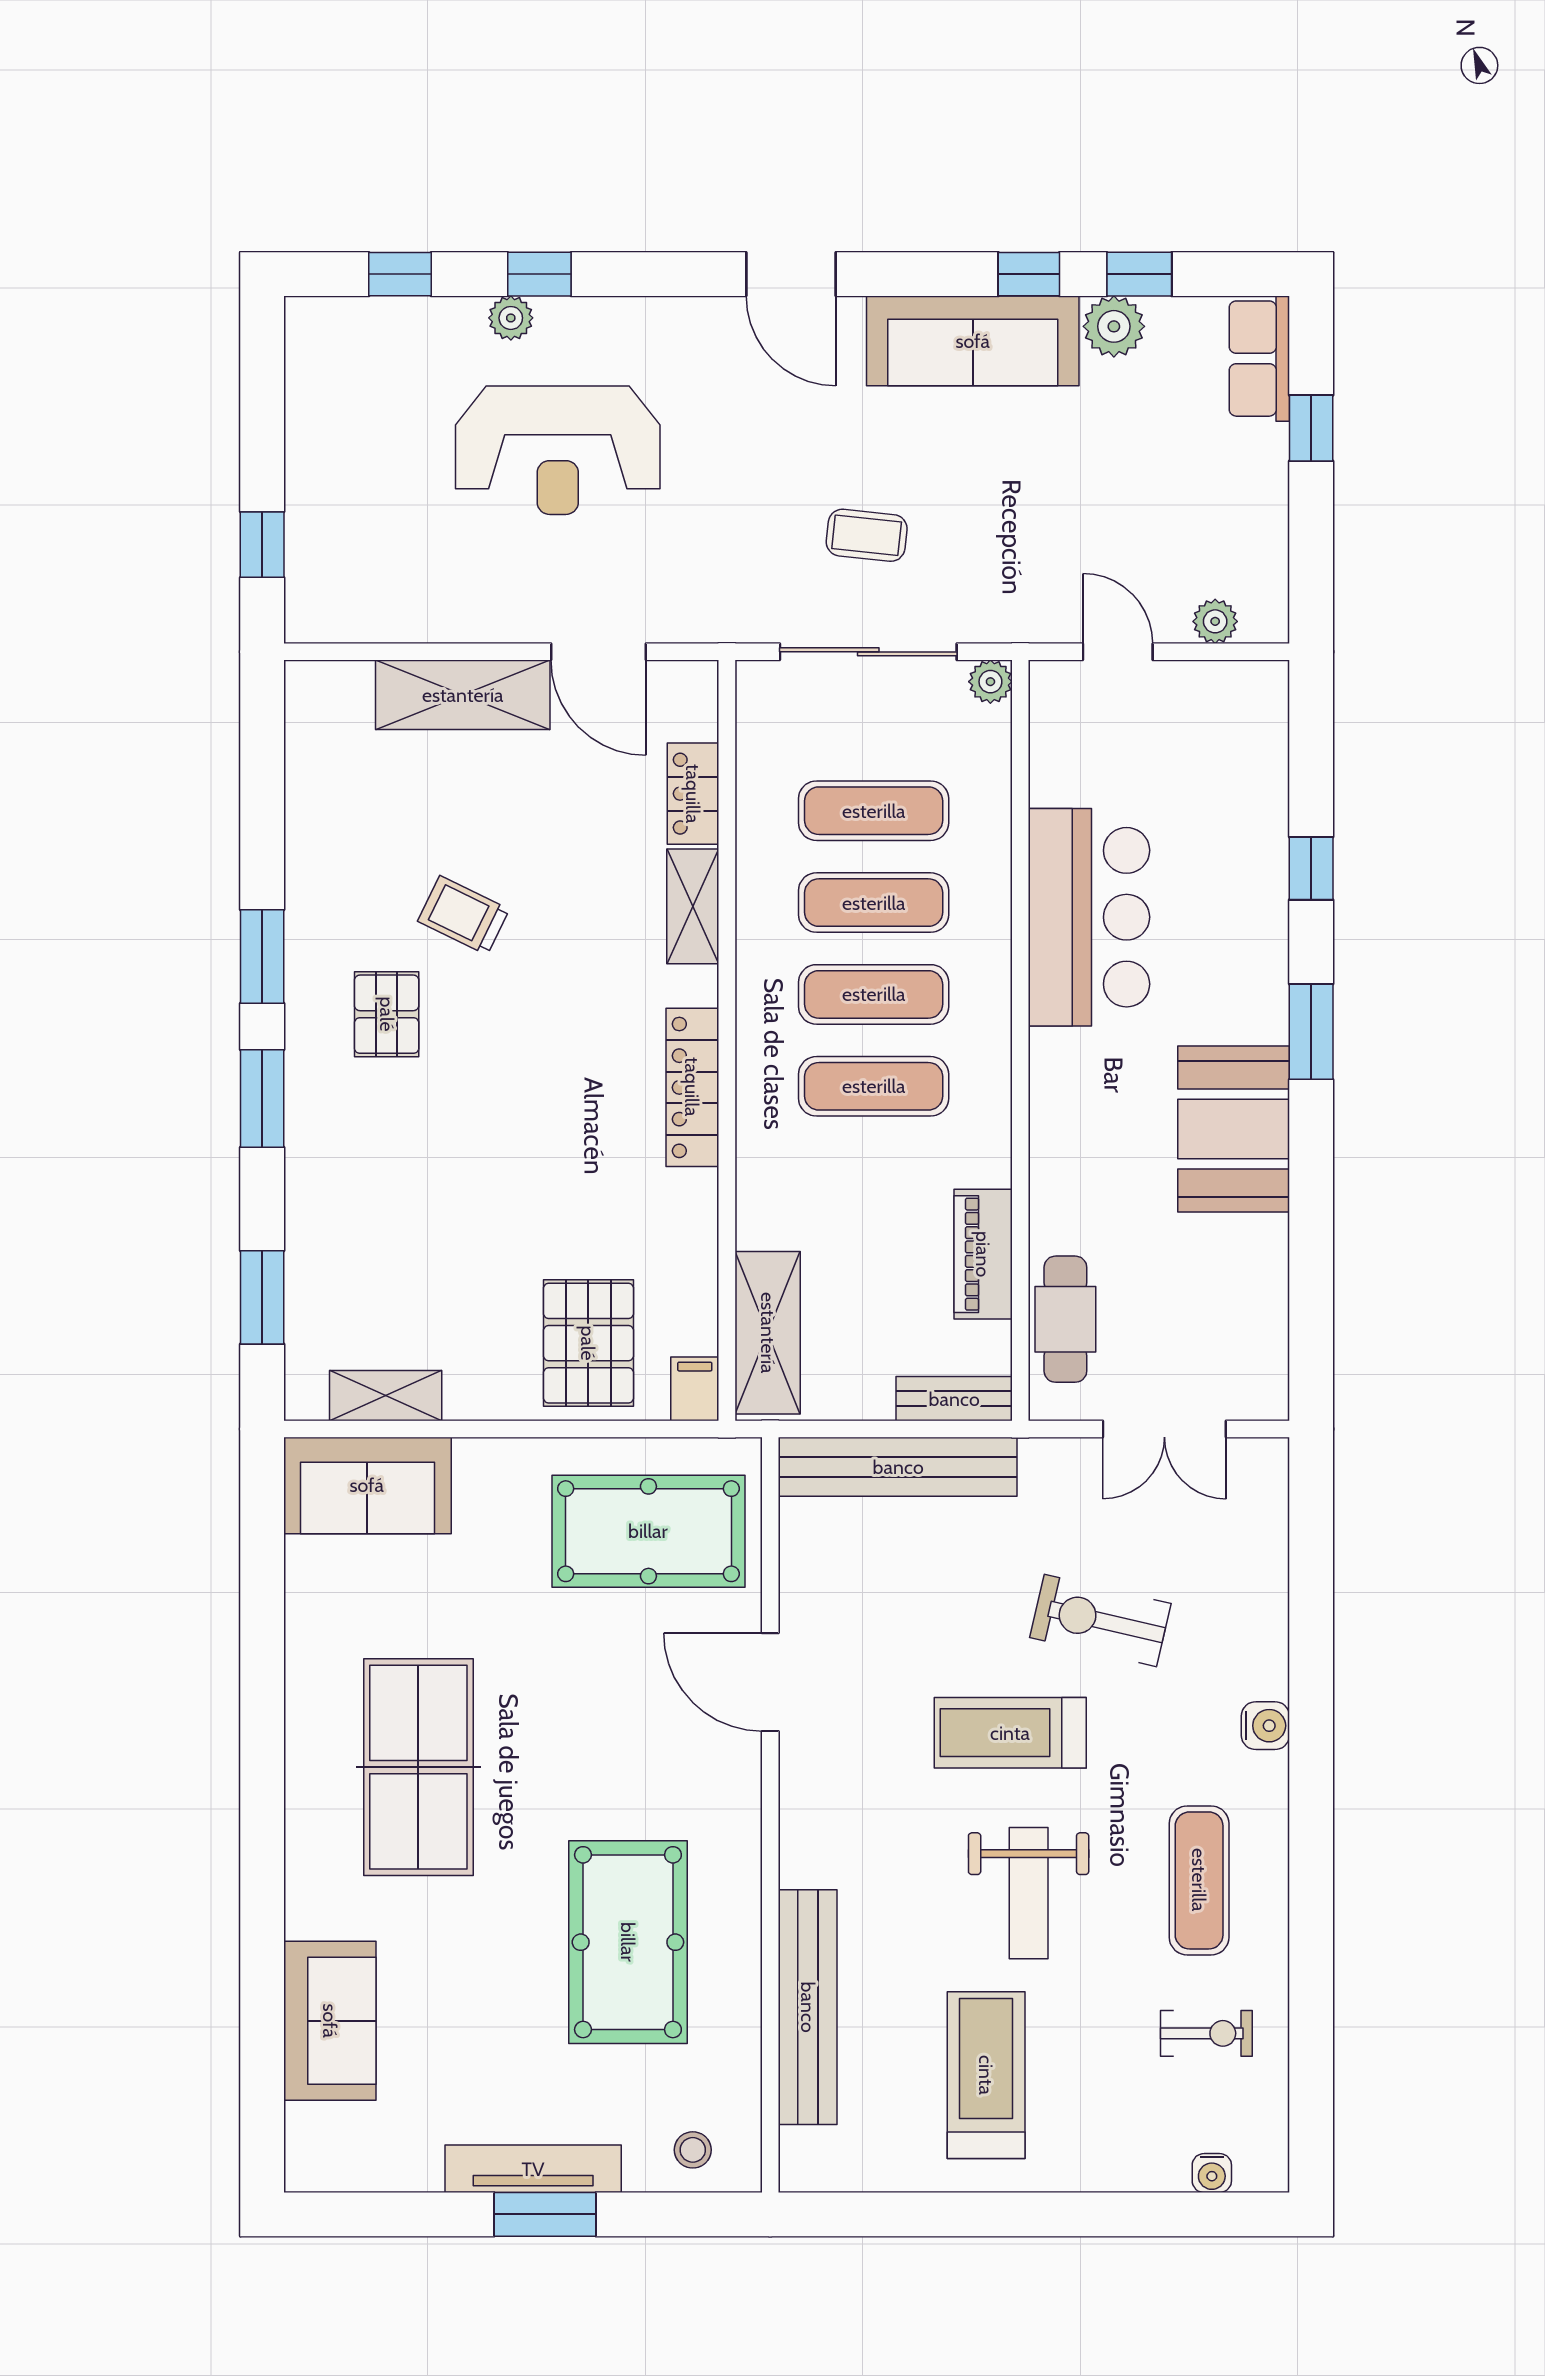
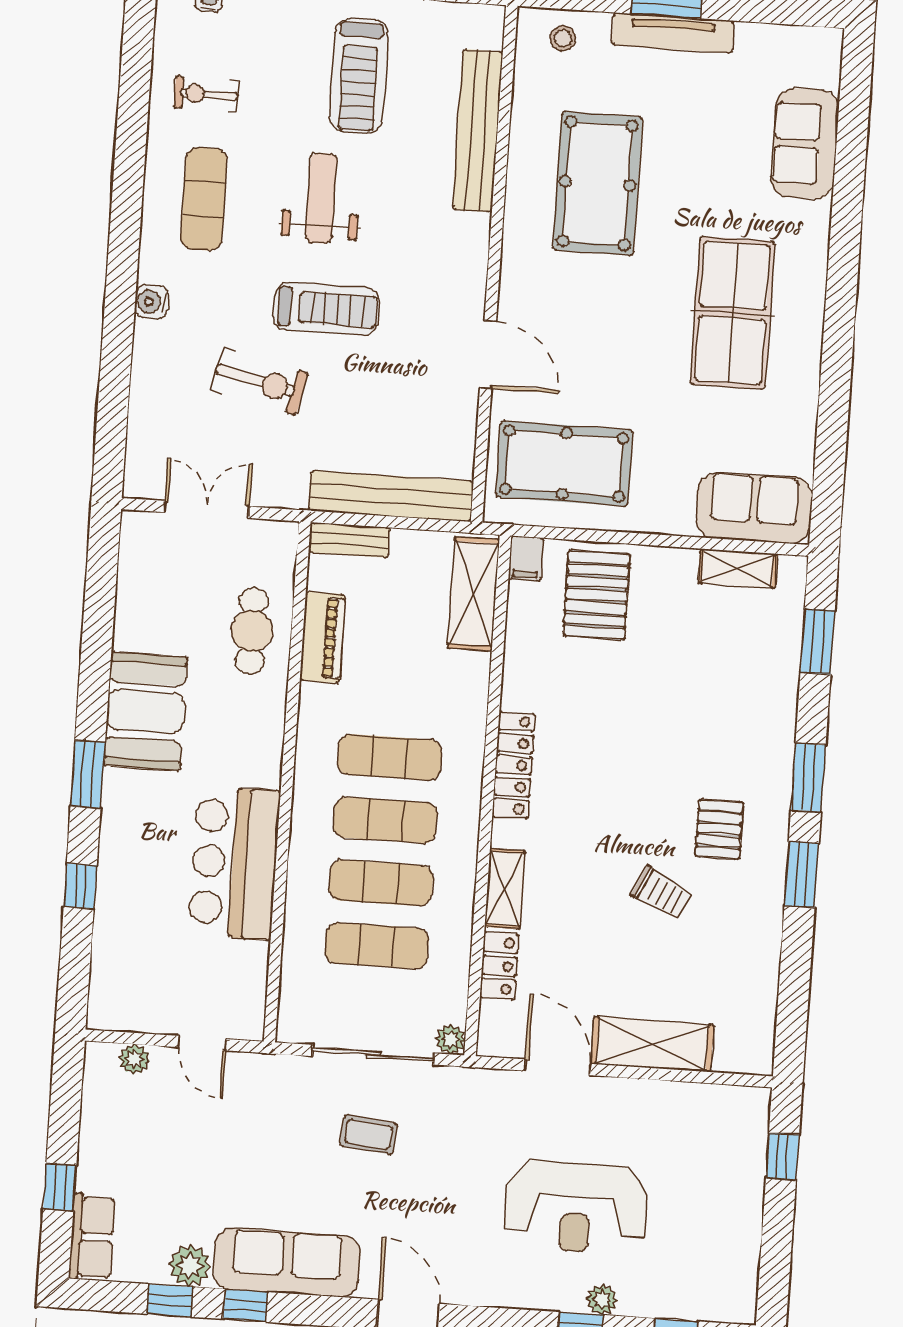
reception desk: (558, 450) -> (576, 1207), turned 180
plant: (990, 682) -> (451, 1039), moved
cafe table: (1065, 1319) -> (252, 631), moved

